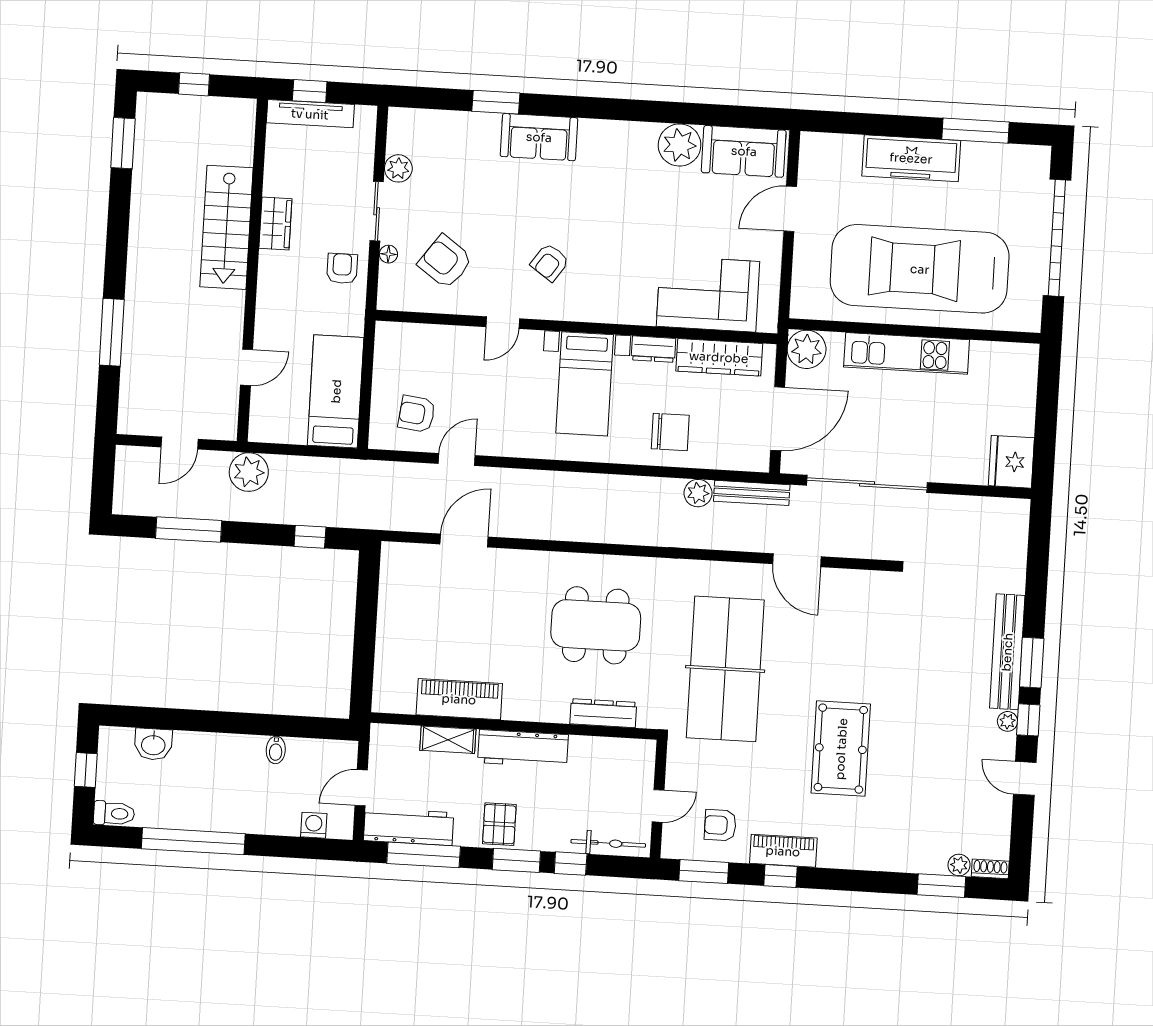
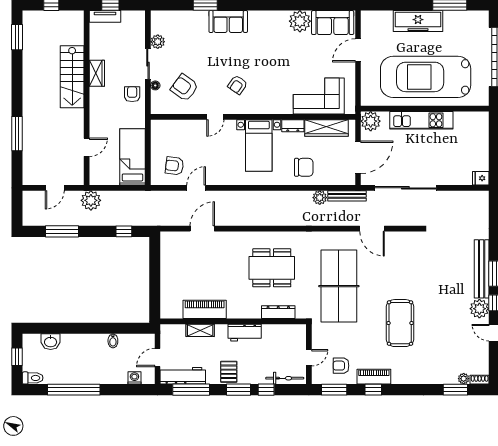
tv unit: (310, 114) -> (105, 16), width x0.71
fridge: (1011, 462) -> (481, 178), width x0.53, depth x0.75
plant: (1007, 721) -> (479, 309), width x1.87, depth x1.87
workbench: (523, 749) -> (245, 333), width x0.73

